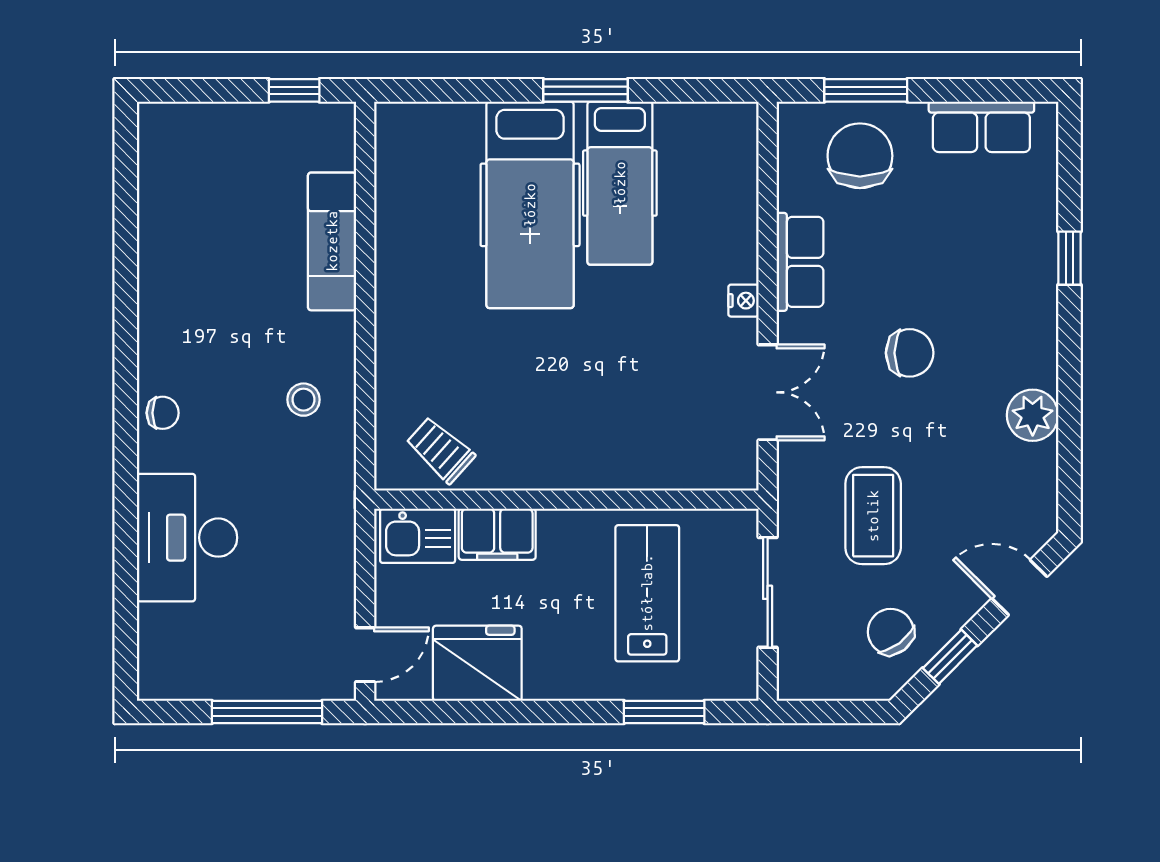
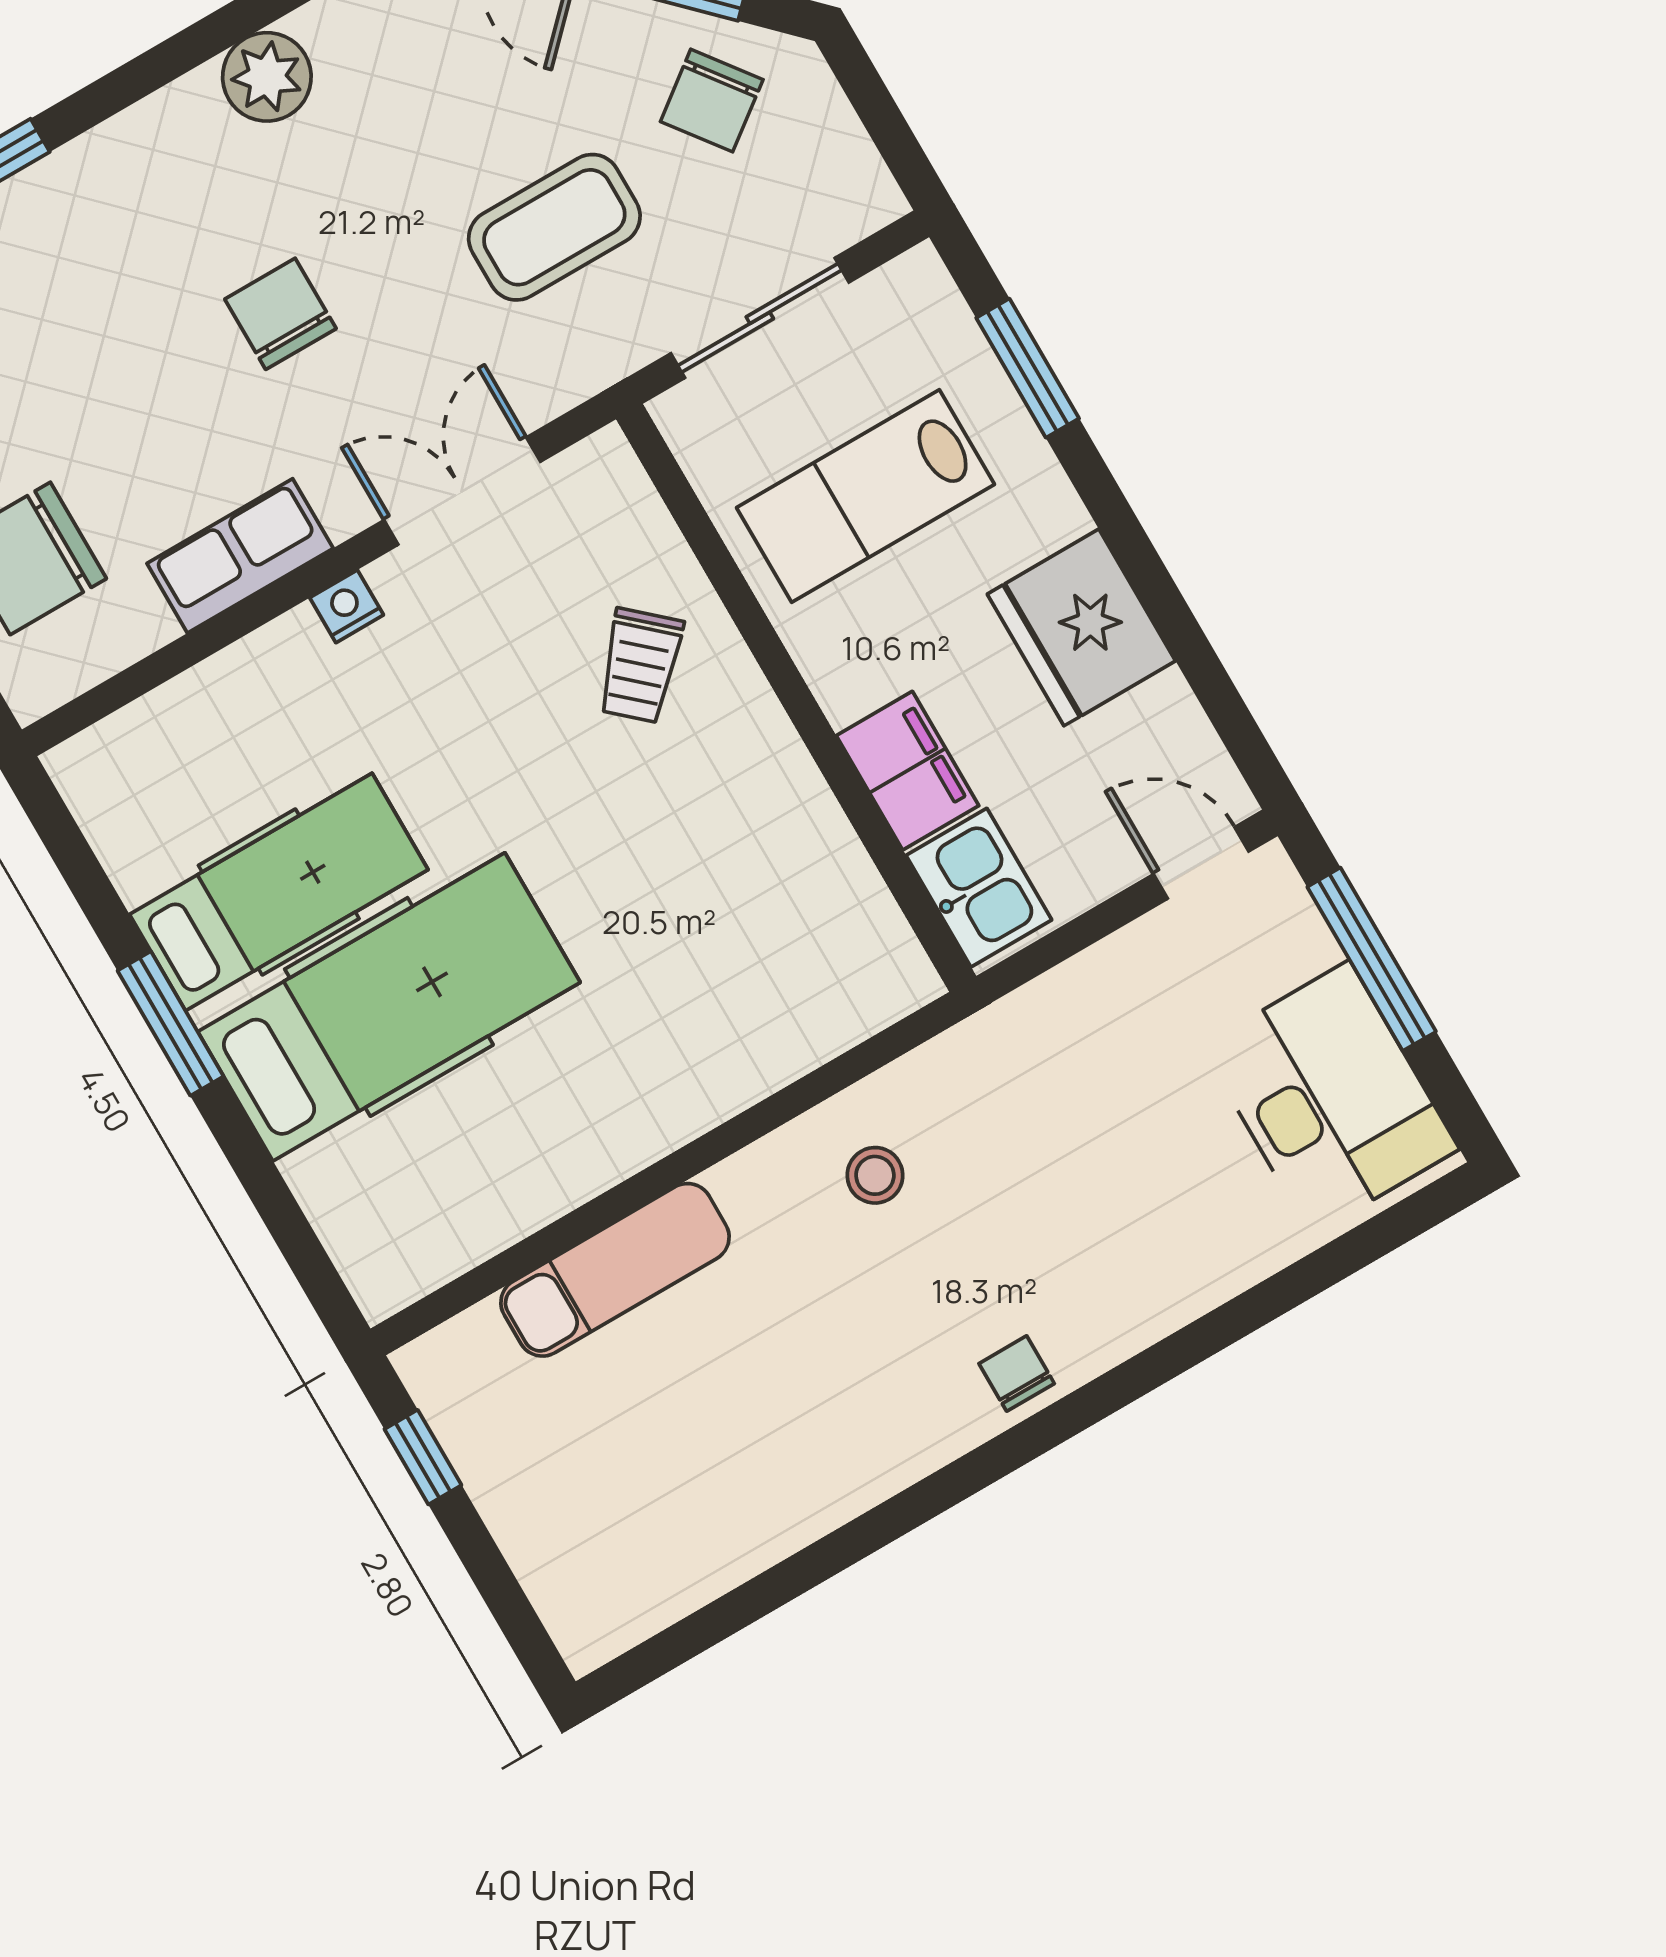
trolley: (440, 450) -> (640, 666), moved
desk: (187, 538) -> (1330, 1098), moved, turned -90
fridge: (477, 663) -> (1081, 627), moved

